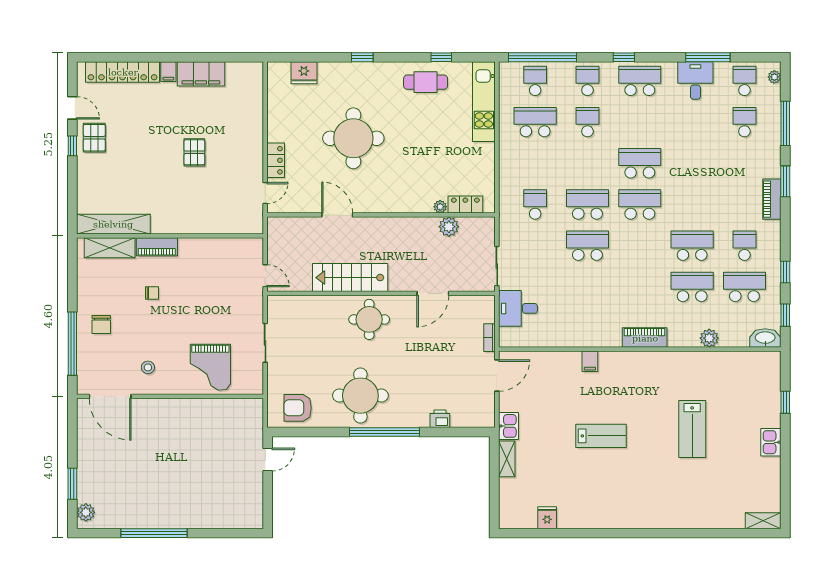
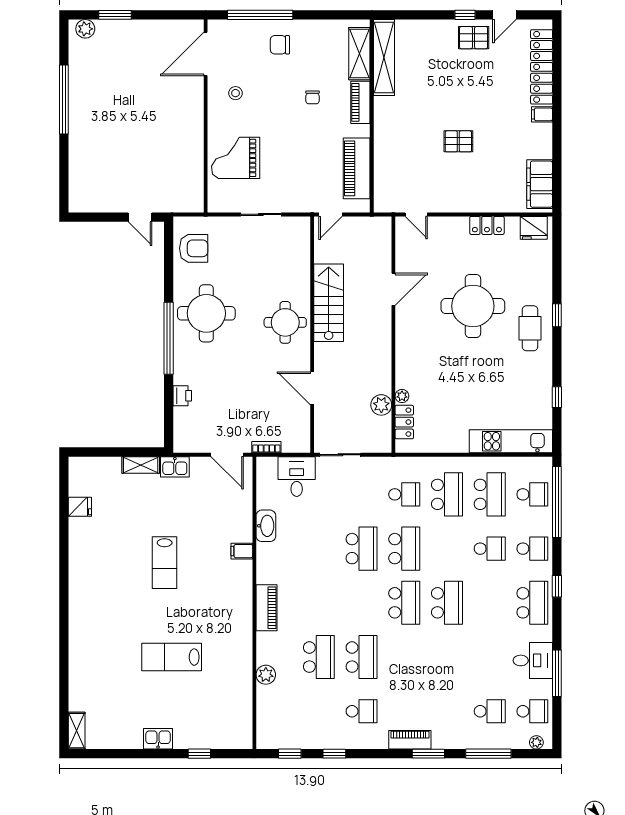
fridge: (304, 73) -> (534, 228), moved, turned -90
filing cabinet: (201, 74) -> (540, 184), moved
cafe table: (426, 82) -> (530, 328), moved
locker: (276, 160) -> (487, 225), moved
piano: (220, 250) -> (357, 168), added
school desk: (744, 287) -> (447, 494), moved
washbasin: (765, 338) -> (266, 526), moved
armchair: (298, 408) -> (194, 248), turned 90

